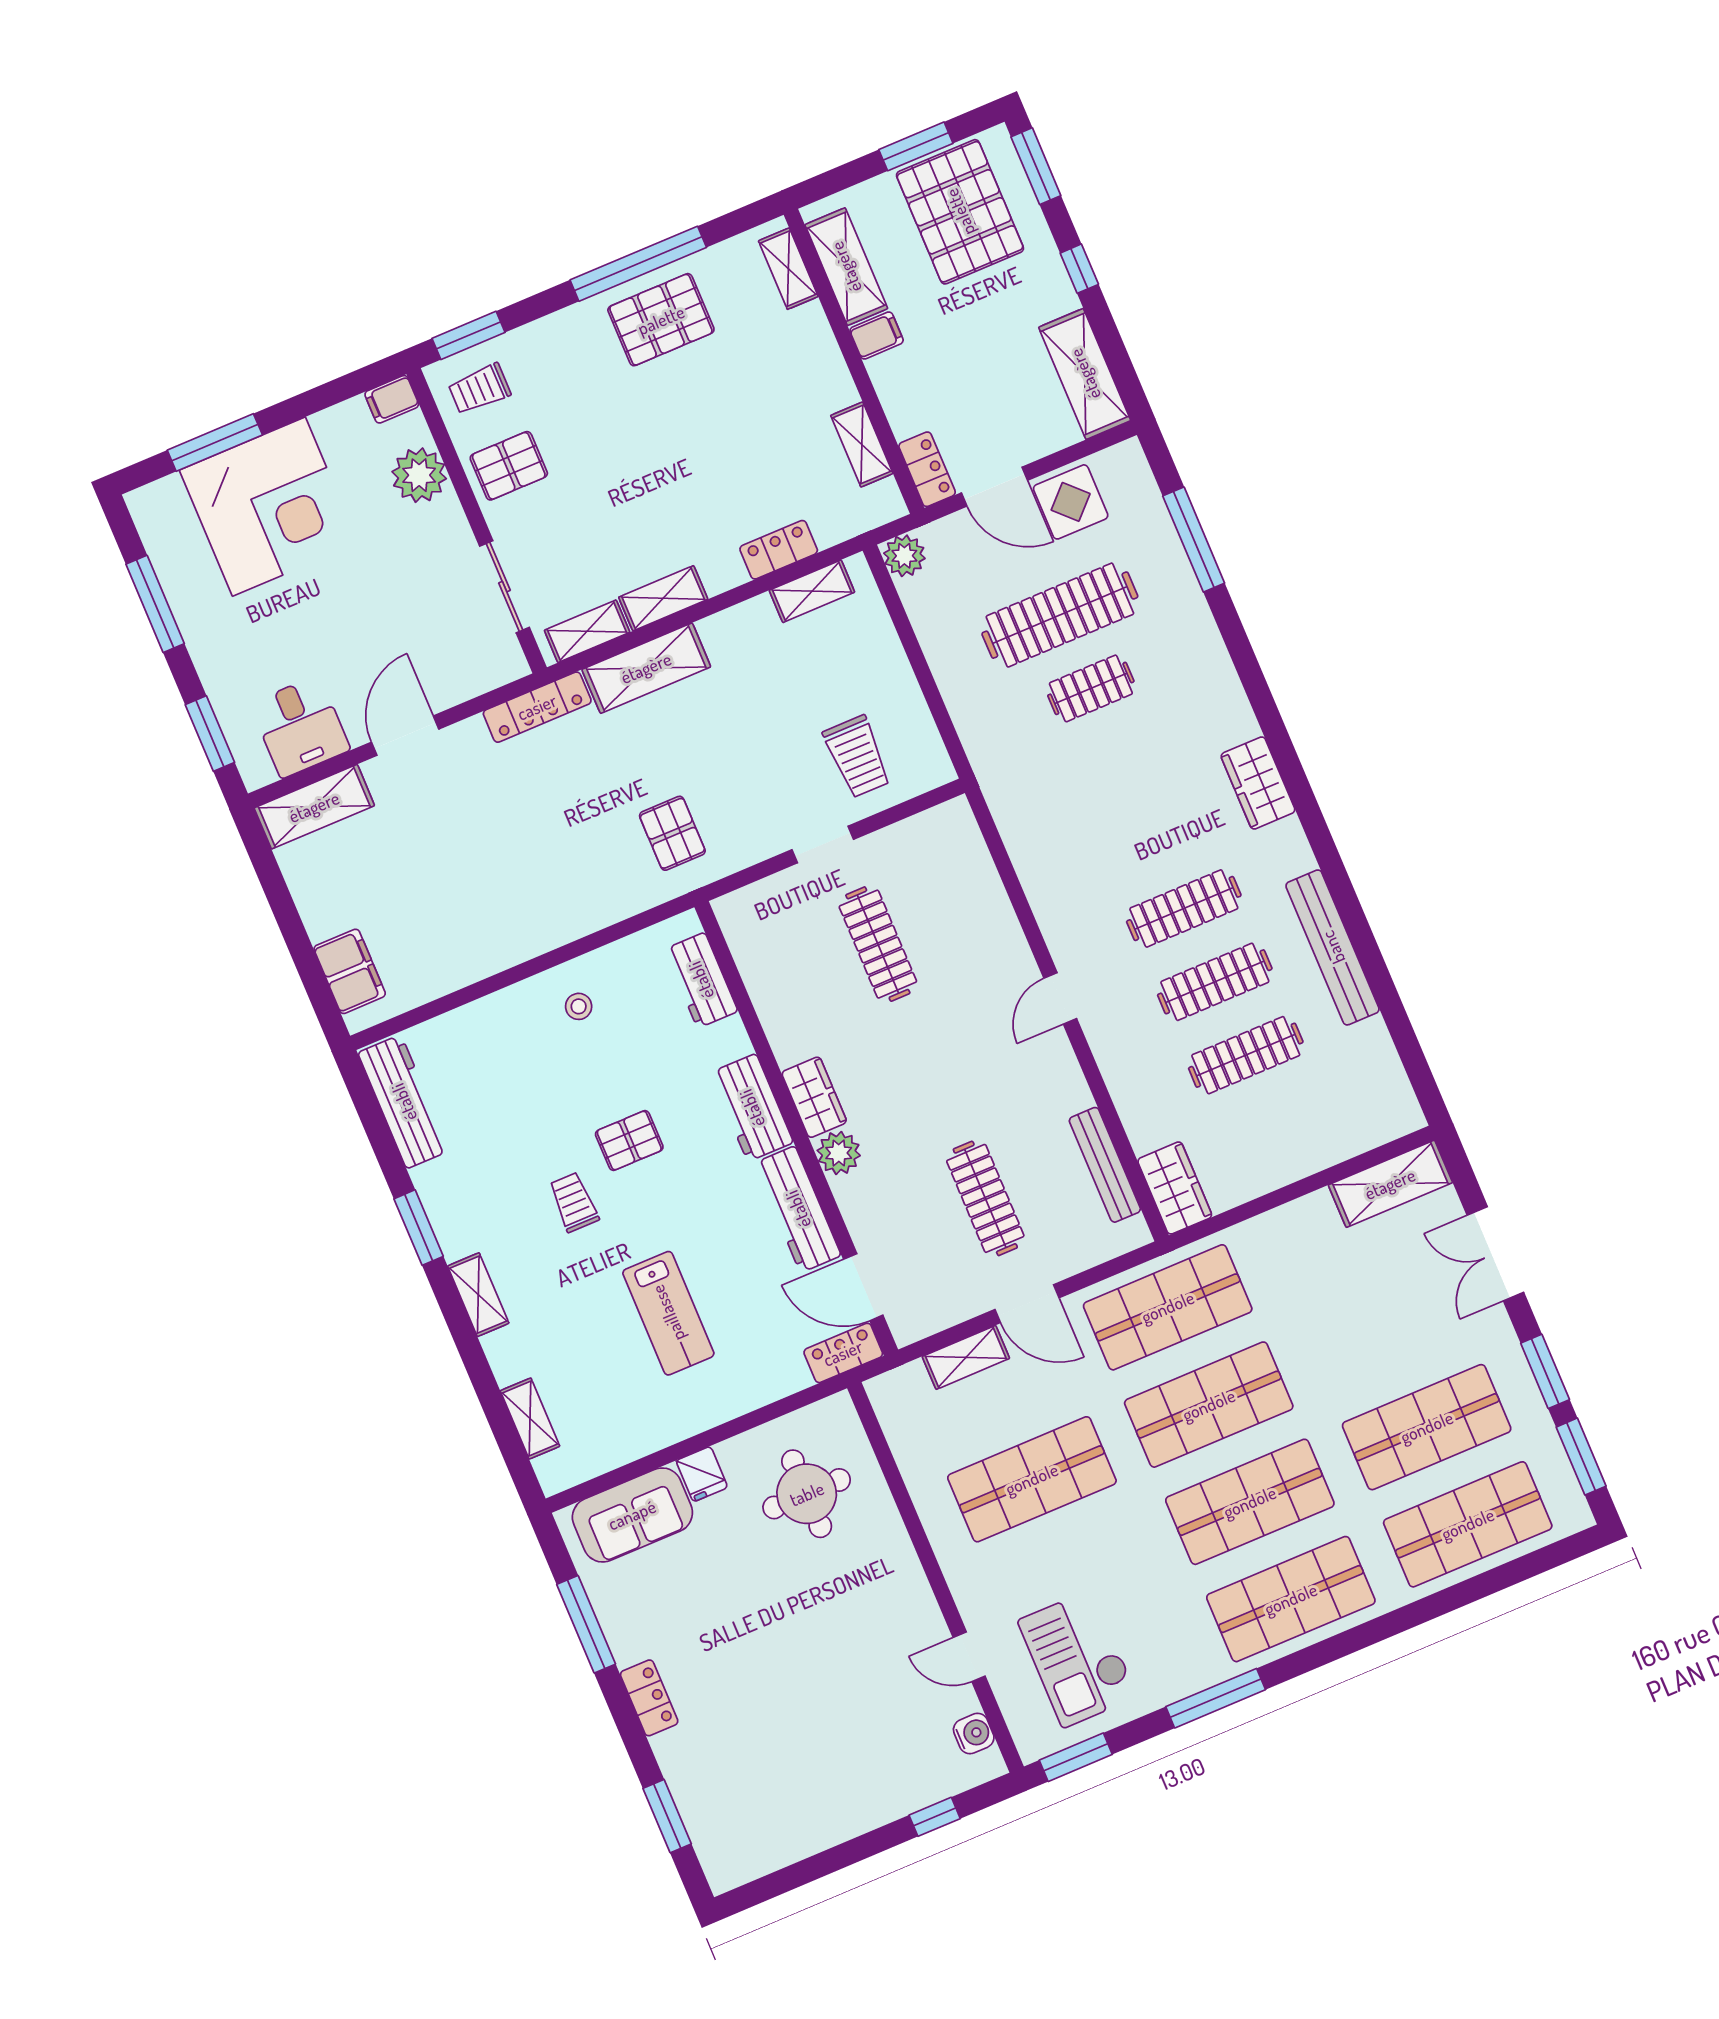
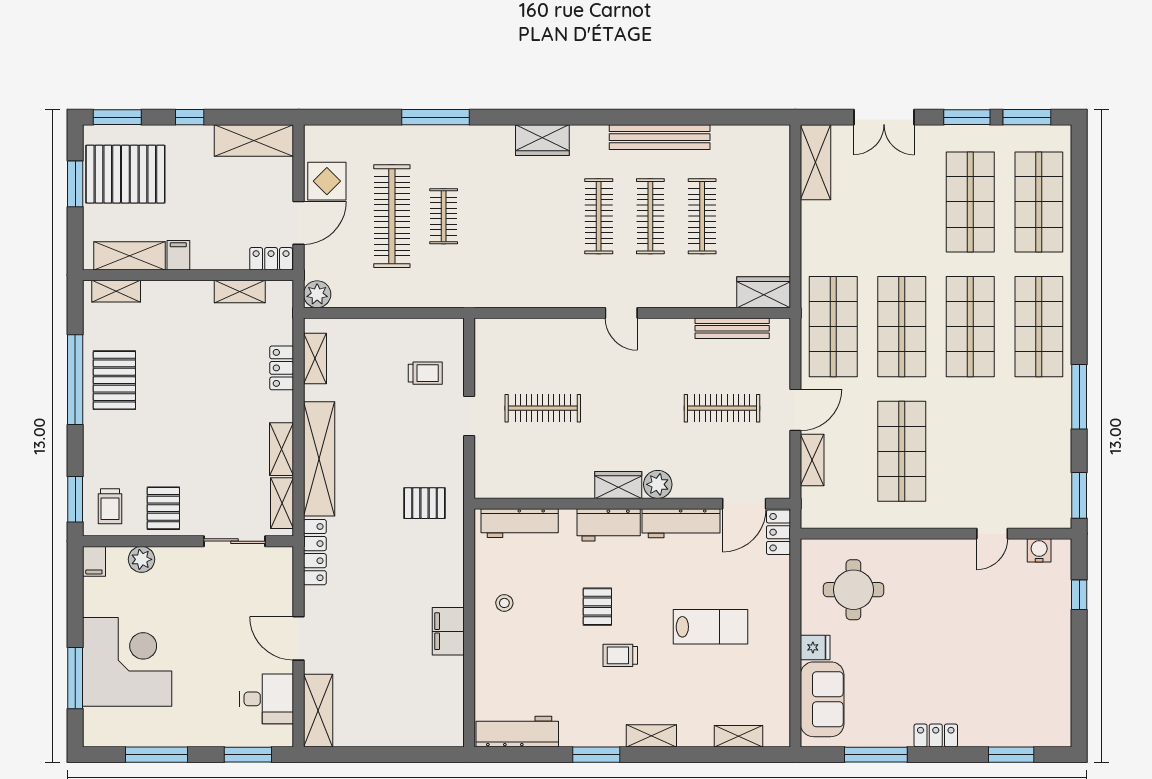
plant: (419, 475) -> (141, 559), width x0.73, depth x0.73
window: (1194, 540) -> (436, 117), moved
shelving: (646, 668) -> (319, 459), width x1.47
trolley: (857, 757) -> (425, 373), width x0.73, depth x0.72
filing cabinet: (350, 971) -> (448, 631), moved, turned -90
workbench: (701, 980) -> (520, 523), width x1.38
checkout: (1078, 1659) -> (1021, 469), removed

